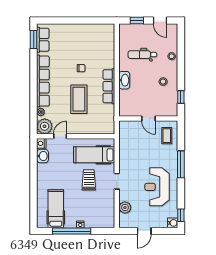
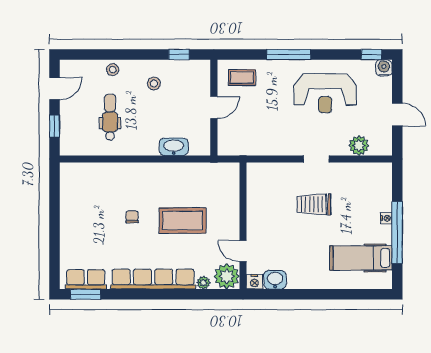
dental chair: (142, 55) -> (110, 117), turned 180
washbasin: (124, 80) -> (174, 147), moved
row of seats: (109, 86) -> (162, 172), removed
hospital bed: (94, 155) -> (273, 196), removed

